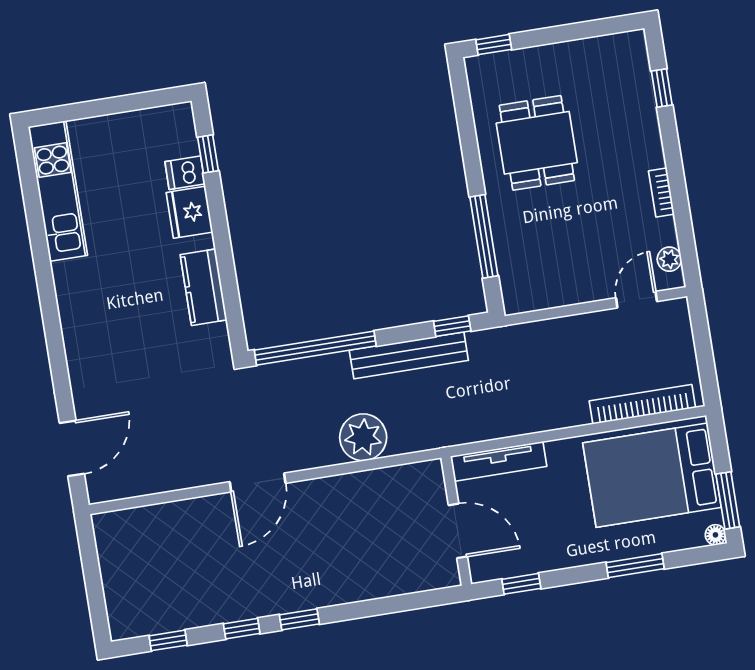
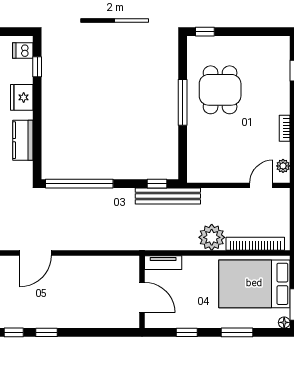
dishwasher: (185, 173) -> (23, 51), moved
window: (484, 236) -> (183, 102), moved
bench: (409, 355) -> (168, 196), moved
plant: (363, 437) -> (212, 237), moved
tv unit: (499, 461) -> (163, 263), width x0.71
window: (521, 584) -> (187, 332), moved

